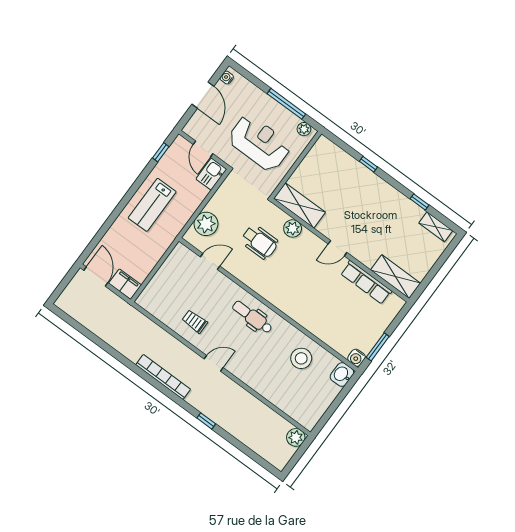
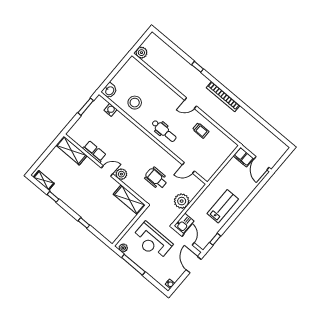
door: (203, 95) -> (194, 265), moved
plant: (206, 224) -> (182, 201), moved
plant: (293, 228) -> (121, 174), moved
row of seats: (366, 282) -> (94, 152), width x0.68
water cooler: (356, 358) -> (110, 110), moved

